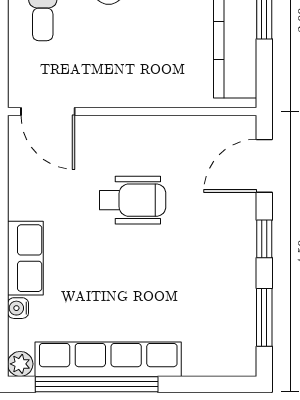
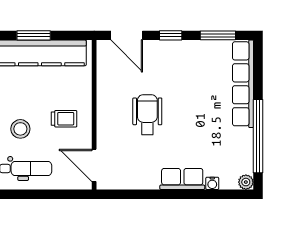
trolley: (126, 61) -> (64, 119), added
door: (48, 112) -> (94, 165), swing flipped
row of seats: (108, 359) -> (243, 84), moved

